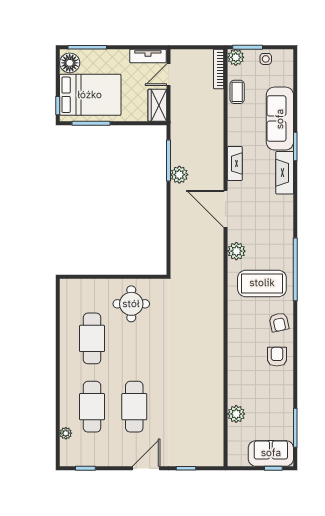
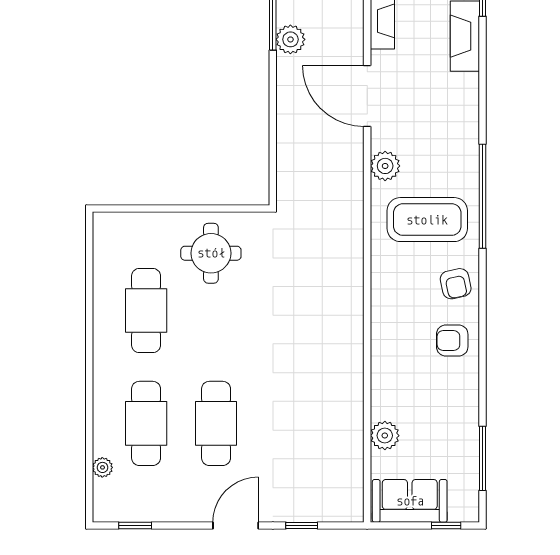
armchair: (277, 357) -> (452, 341), turned -90
sofa: (271, 453) -> (410, 501), moved

